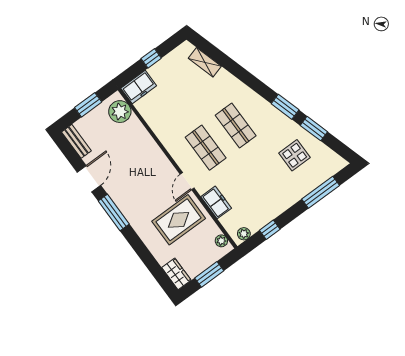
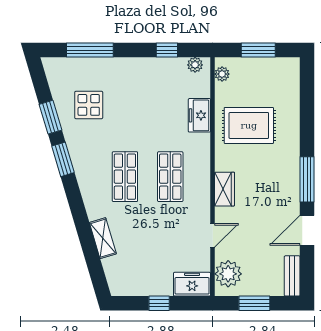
shelving: (205, 62) -> (103, 238), moved
door: (187, 181) -> (213, 235), moved
wardrobe: (176, 274) -> (225, 189), moved, turned 180

